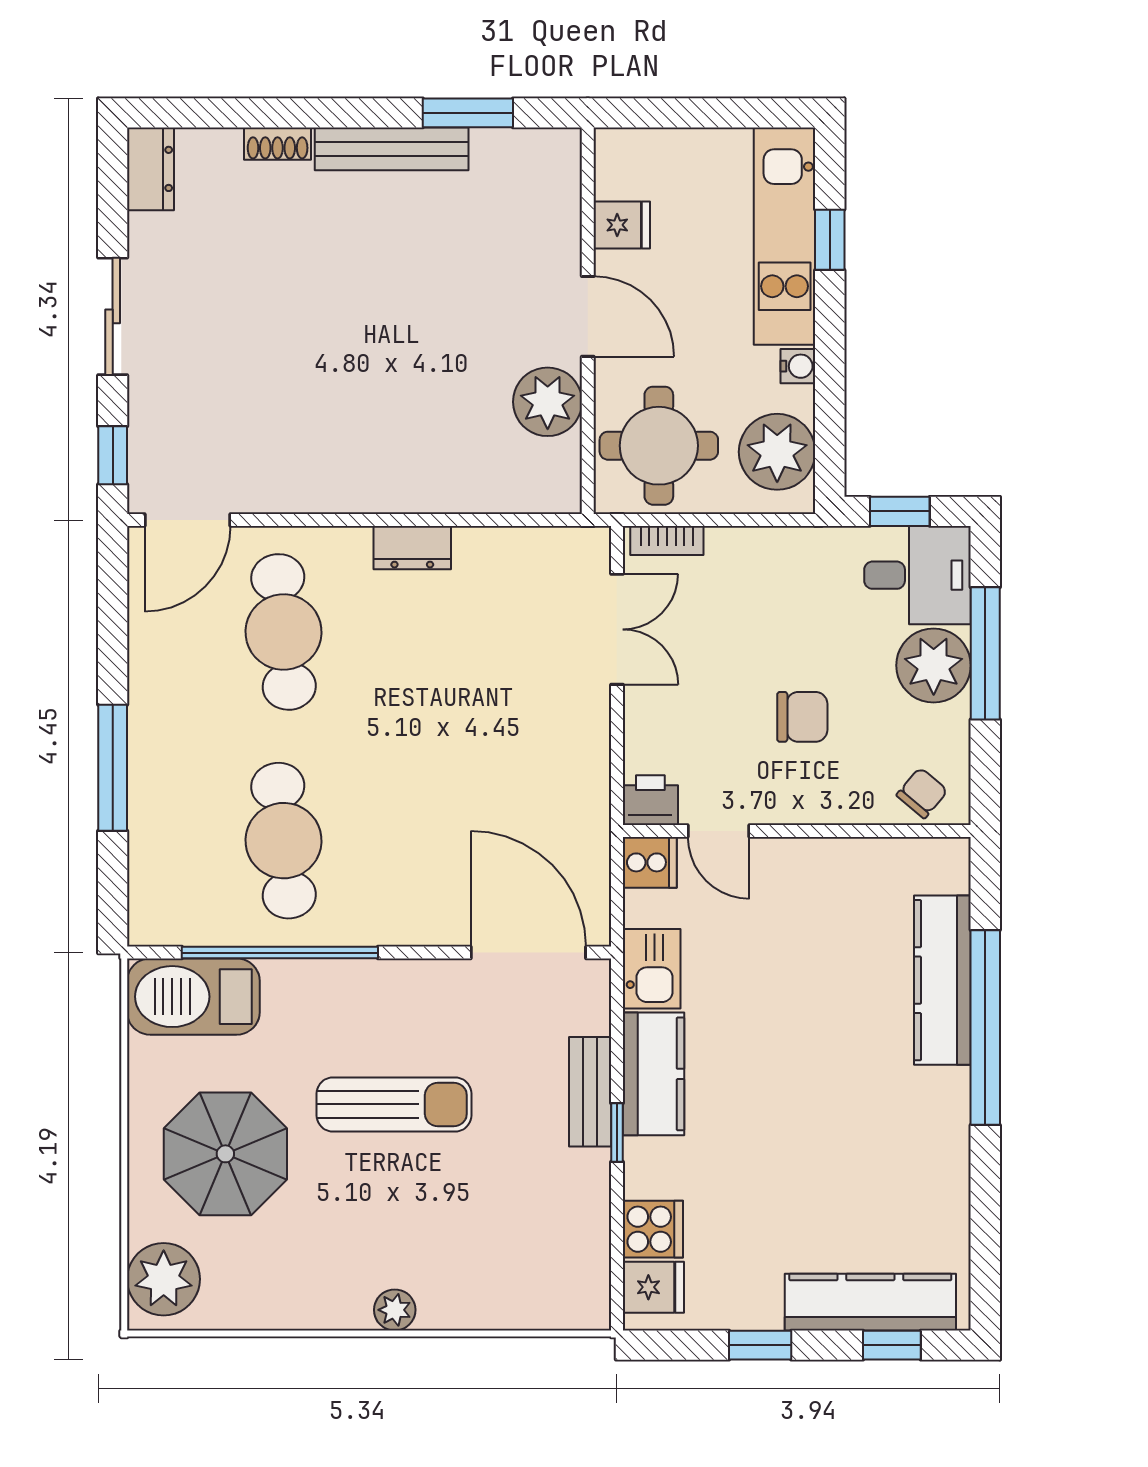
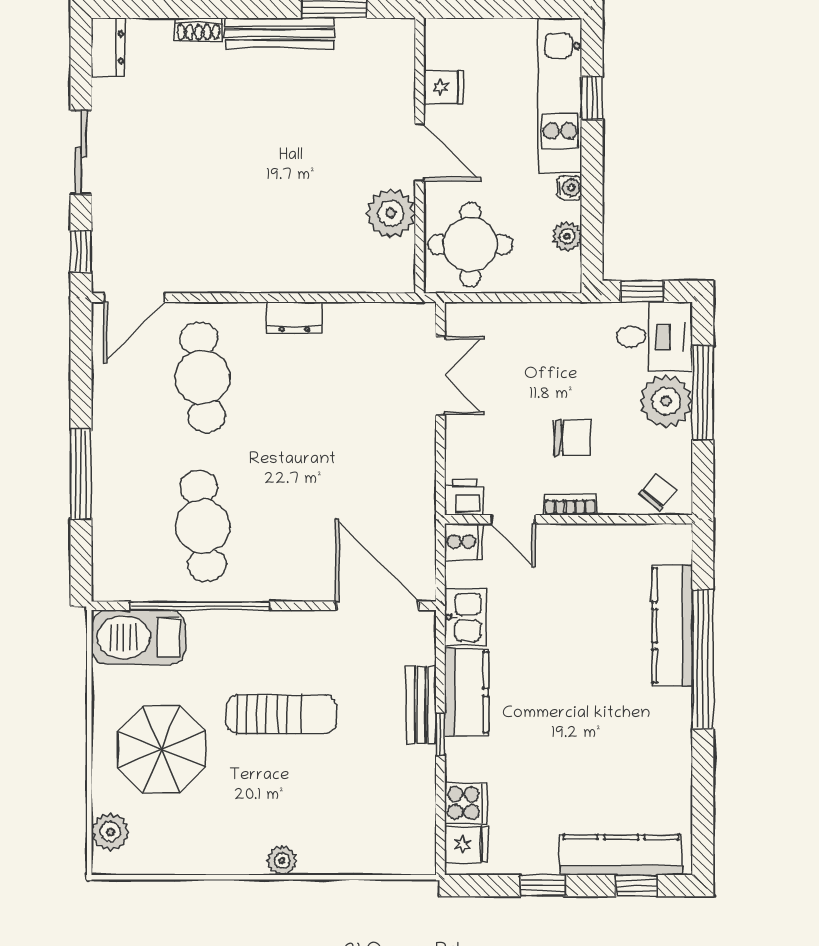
plant: (777, 452) -> (567, 236), width x0.53, depth x0.53
bookcase: (667, 541) -> (570, 505), moved, turned 180
plant: (164, 1279) -> (110, 832), width x0.73, depth x0.73

